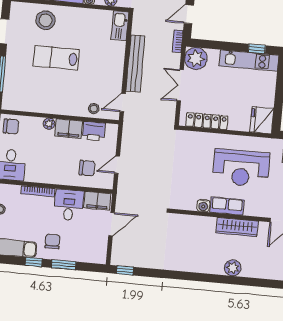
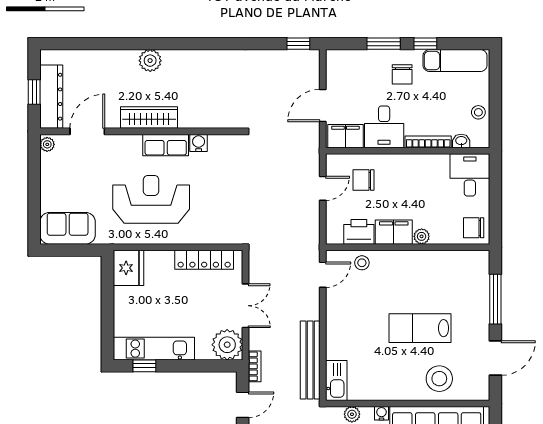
lab bench: (56, 58) -> (420, 328), turned 180
bench: (135, 63) -> (310, 360), moved
washbasin: (14, 190) -> (461, 141), added

